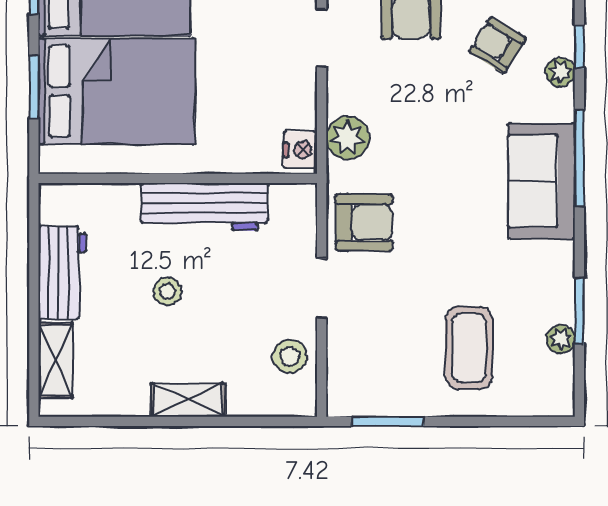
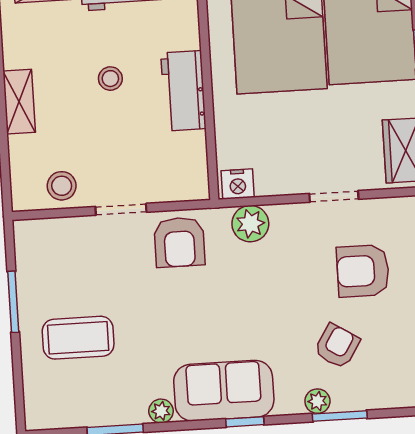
window: (579, 47) -> (340, 416), width x1.50
window: (579, 158) -> (245, 422), width x0.46
workbench: (204, 207) -> (183, 91), width x0.73
plant: (561, 339) -> (161, 411), moved
window: (388, 421) -> (13, 302), moved

